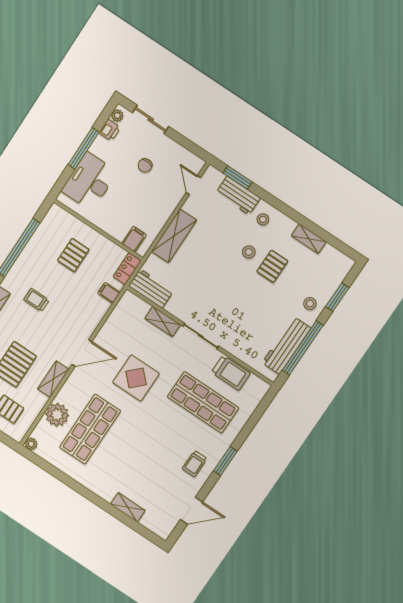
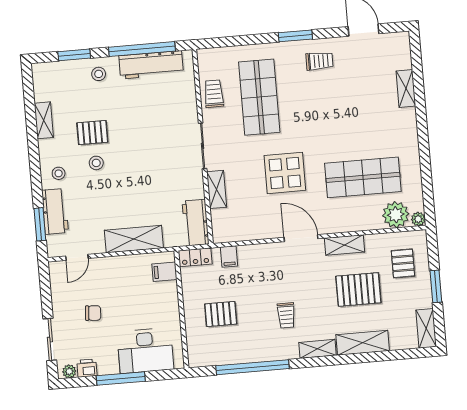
trolley: (231, 373) -> (214, 94), width x0.73, depth x0.72
plant: (57, 415) -> (396, 215), moved

